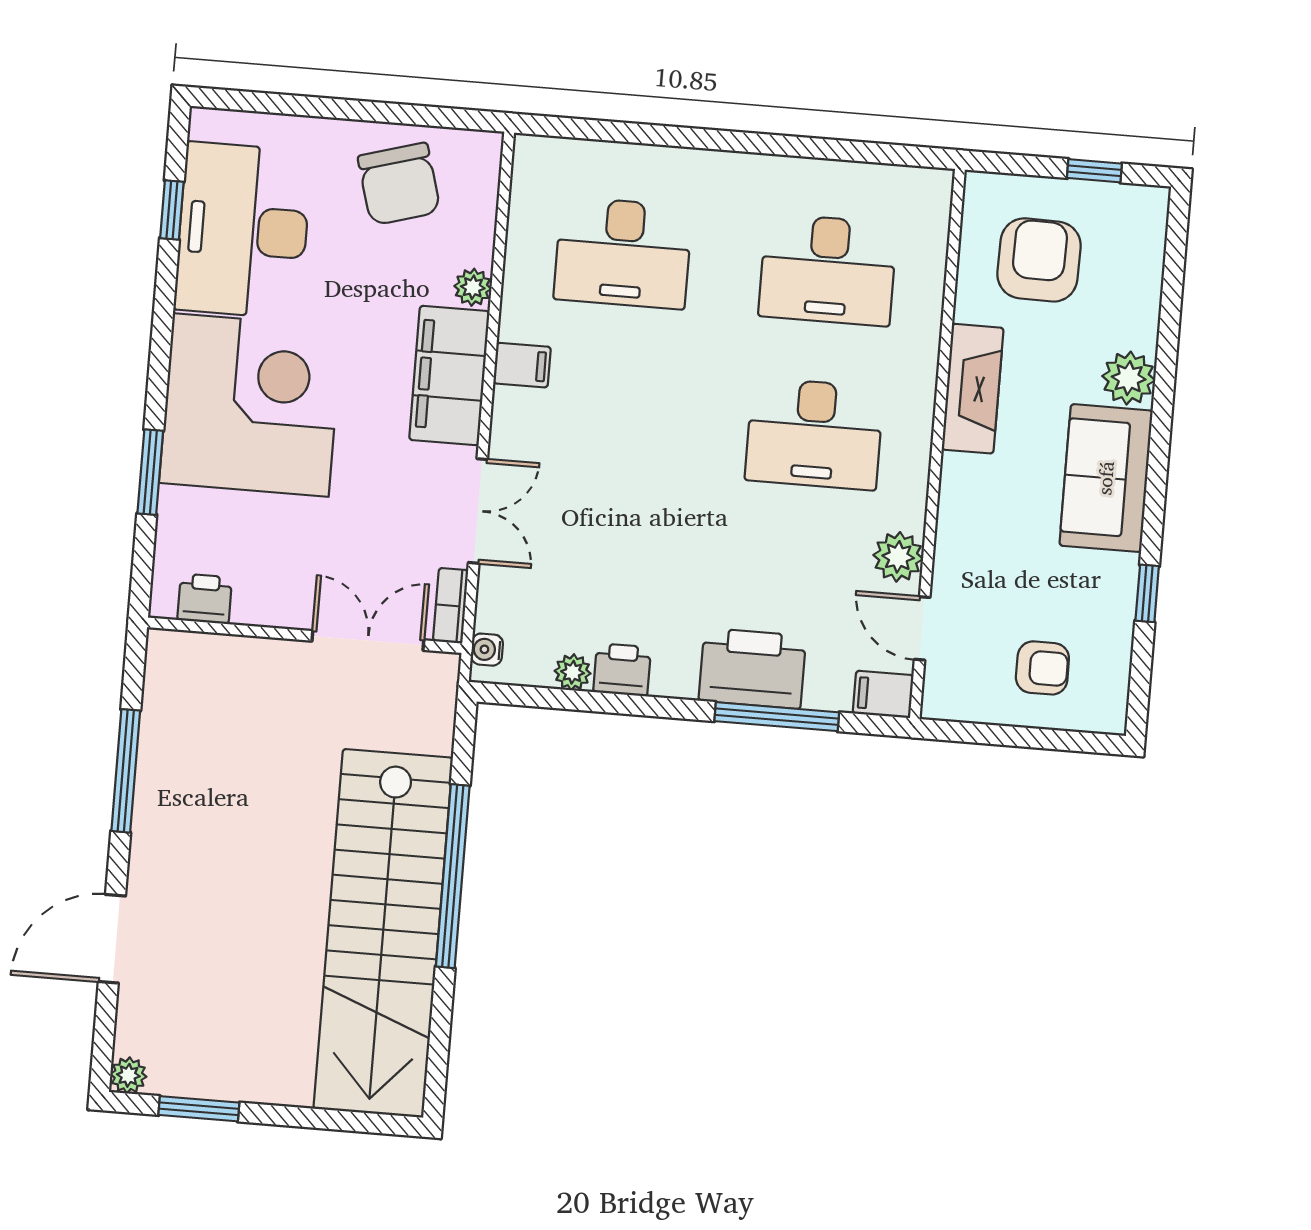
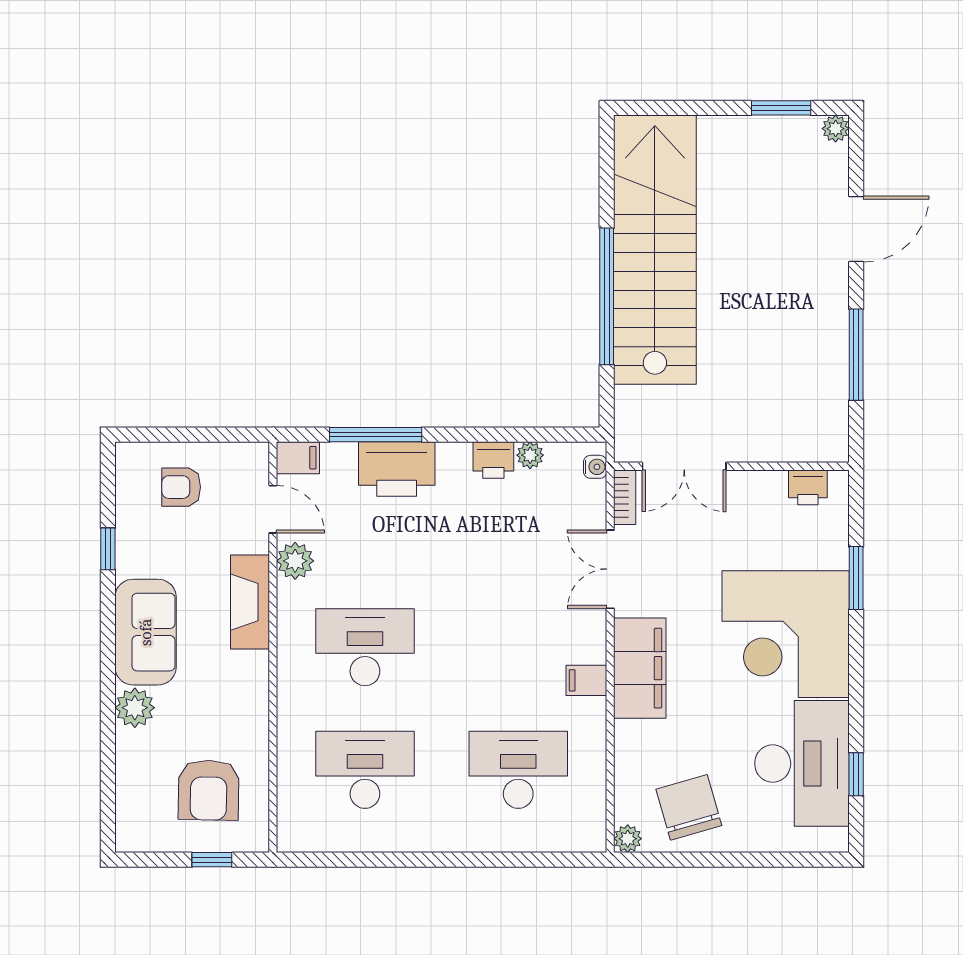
window: (1094, 171) -> (212, 860), moved
plant: (473, 287) -> (628, 839), moved
fireplace: (973, 389) -> (250, 602), moved

